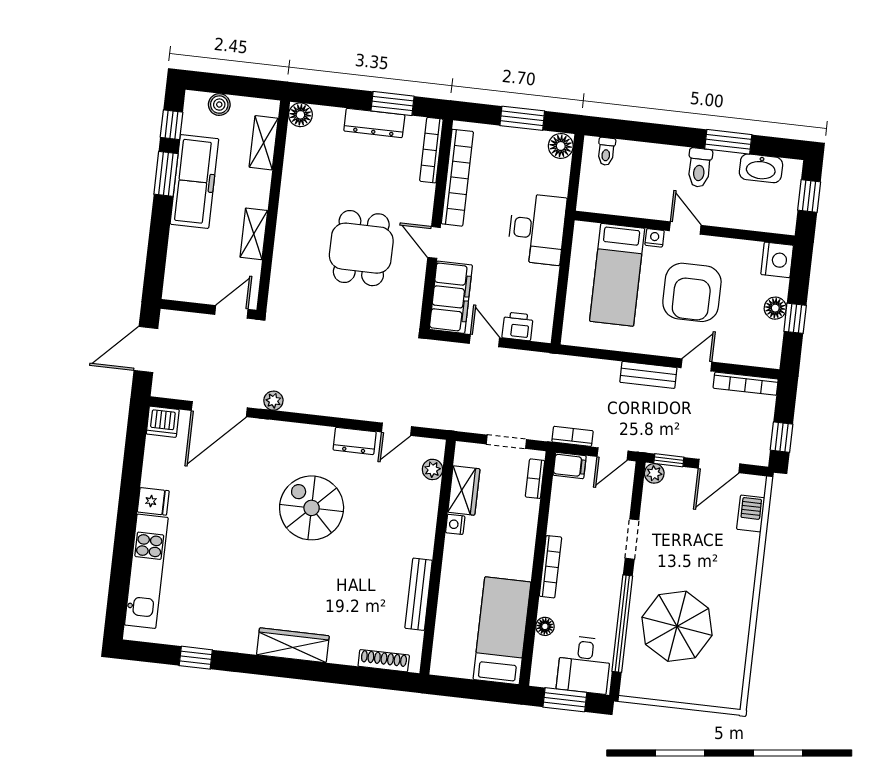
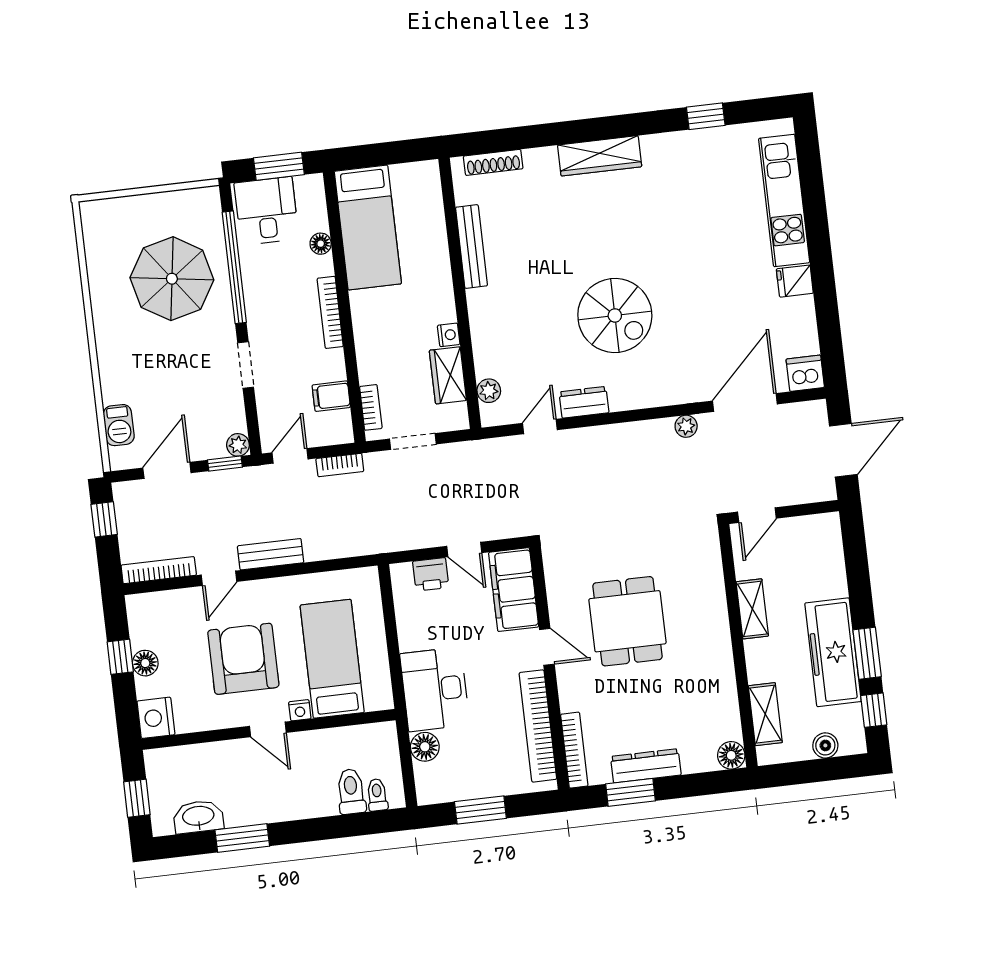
floor lamp: (561, 146) -> (425, 747), moved
toilet: (699, 168) -> (351, 791), moved
filing cabinet: (570, 466) -> (331, 396), moved

